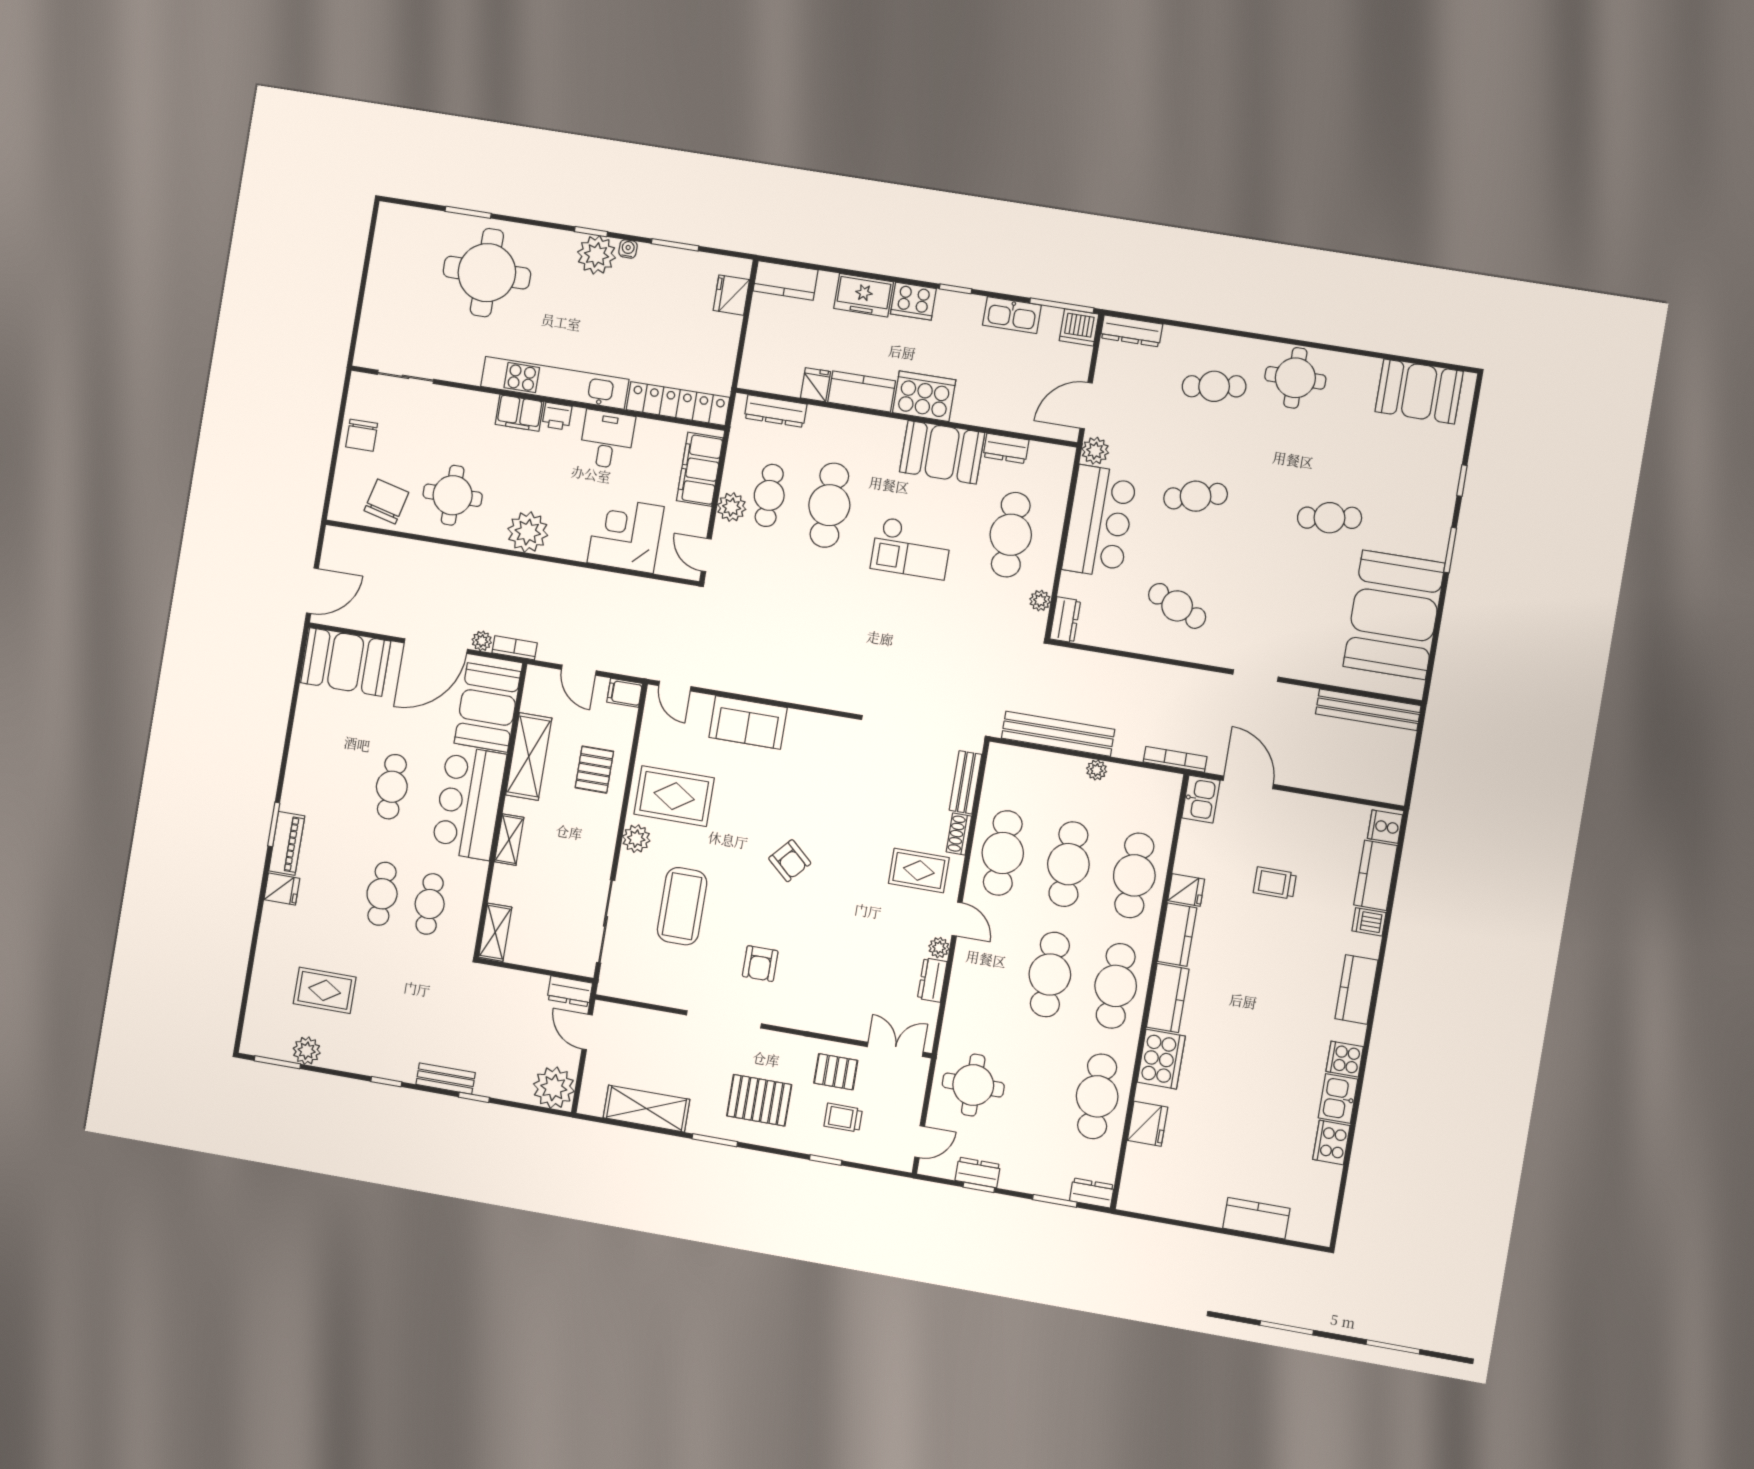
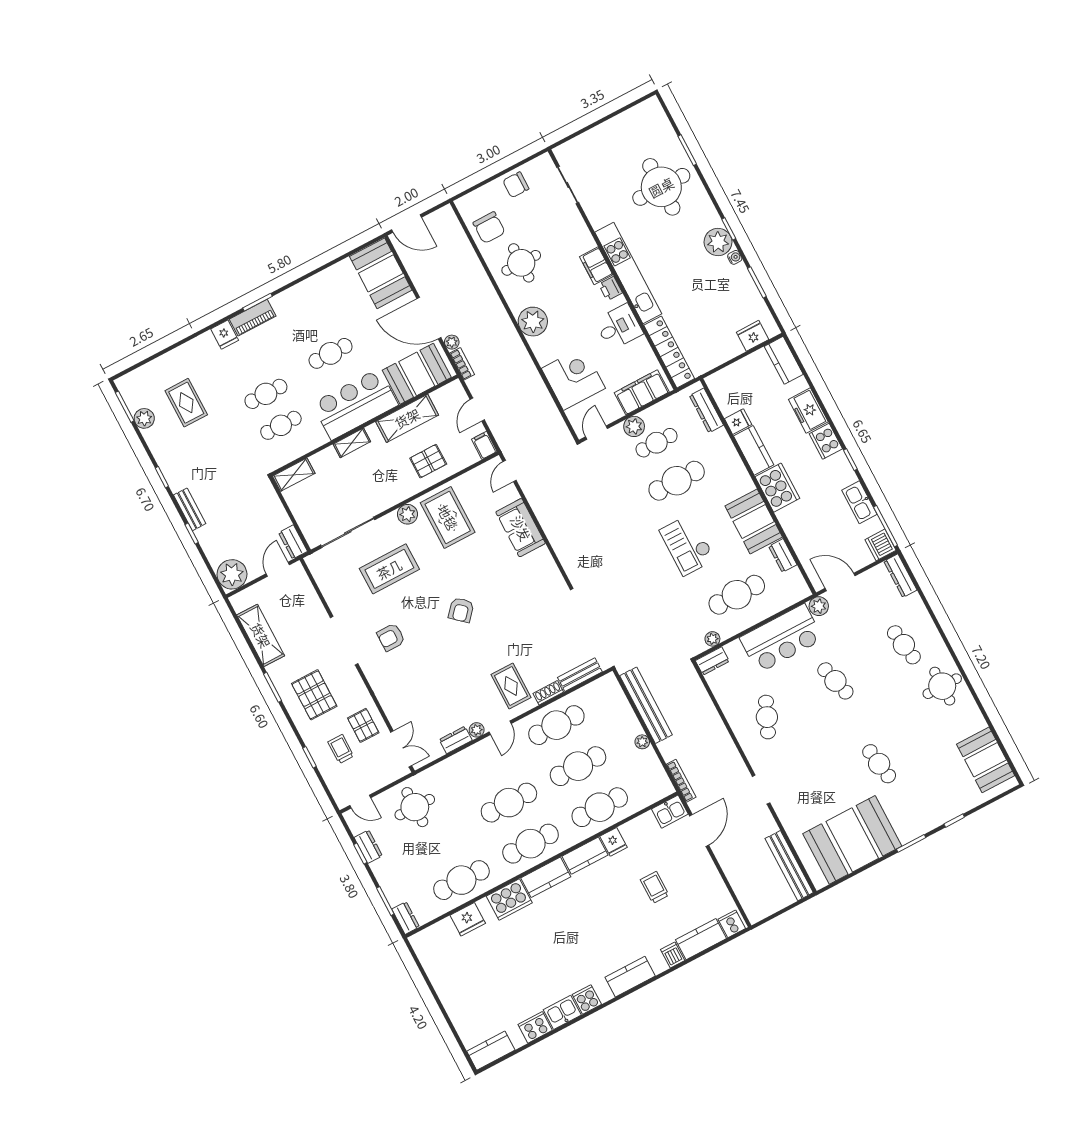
chair: (386, 501) -> (489, 228), turned 76
kitchen counter: (1256, 1218) -> (491, 1051), moved, turned -90

